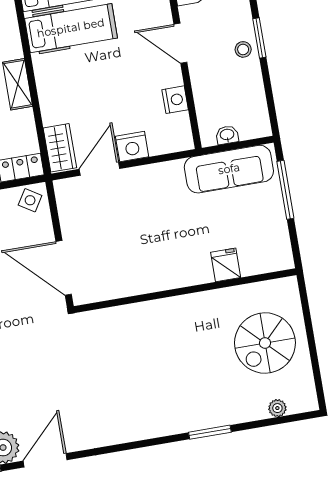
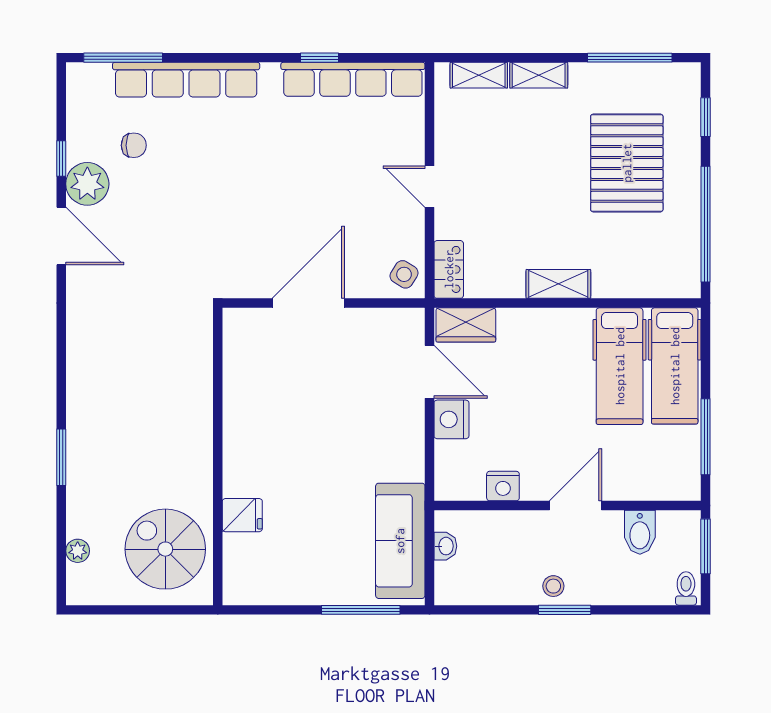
fridge: (226, 265) -> (242, 515), moved
wall: (185, 291) -> (218, 456), moved

